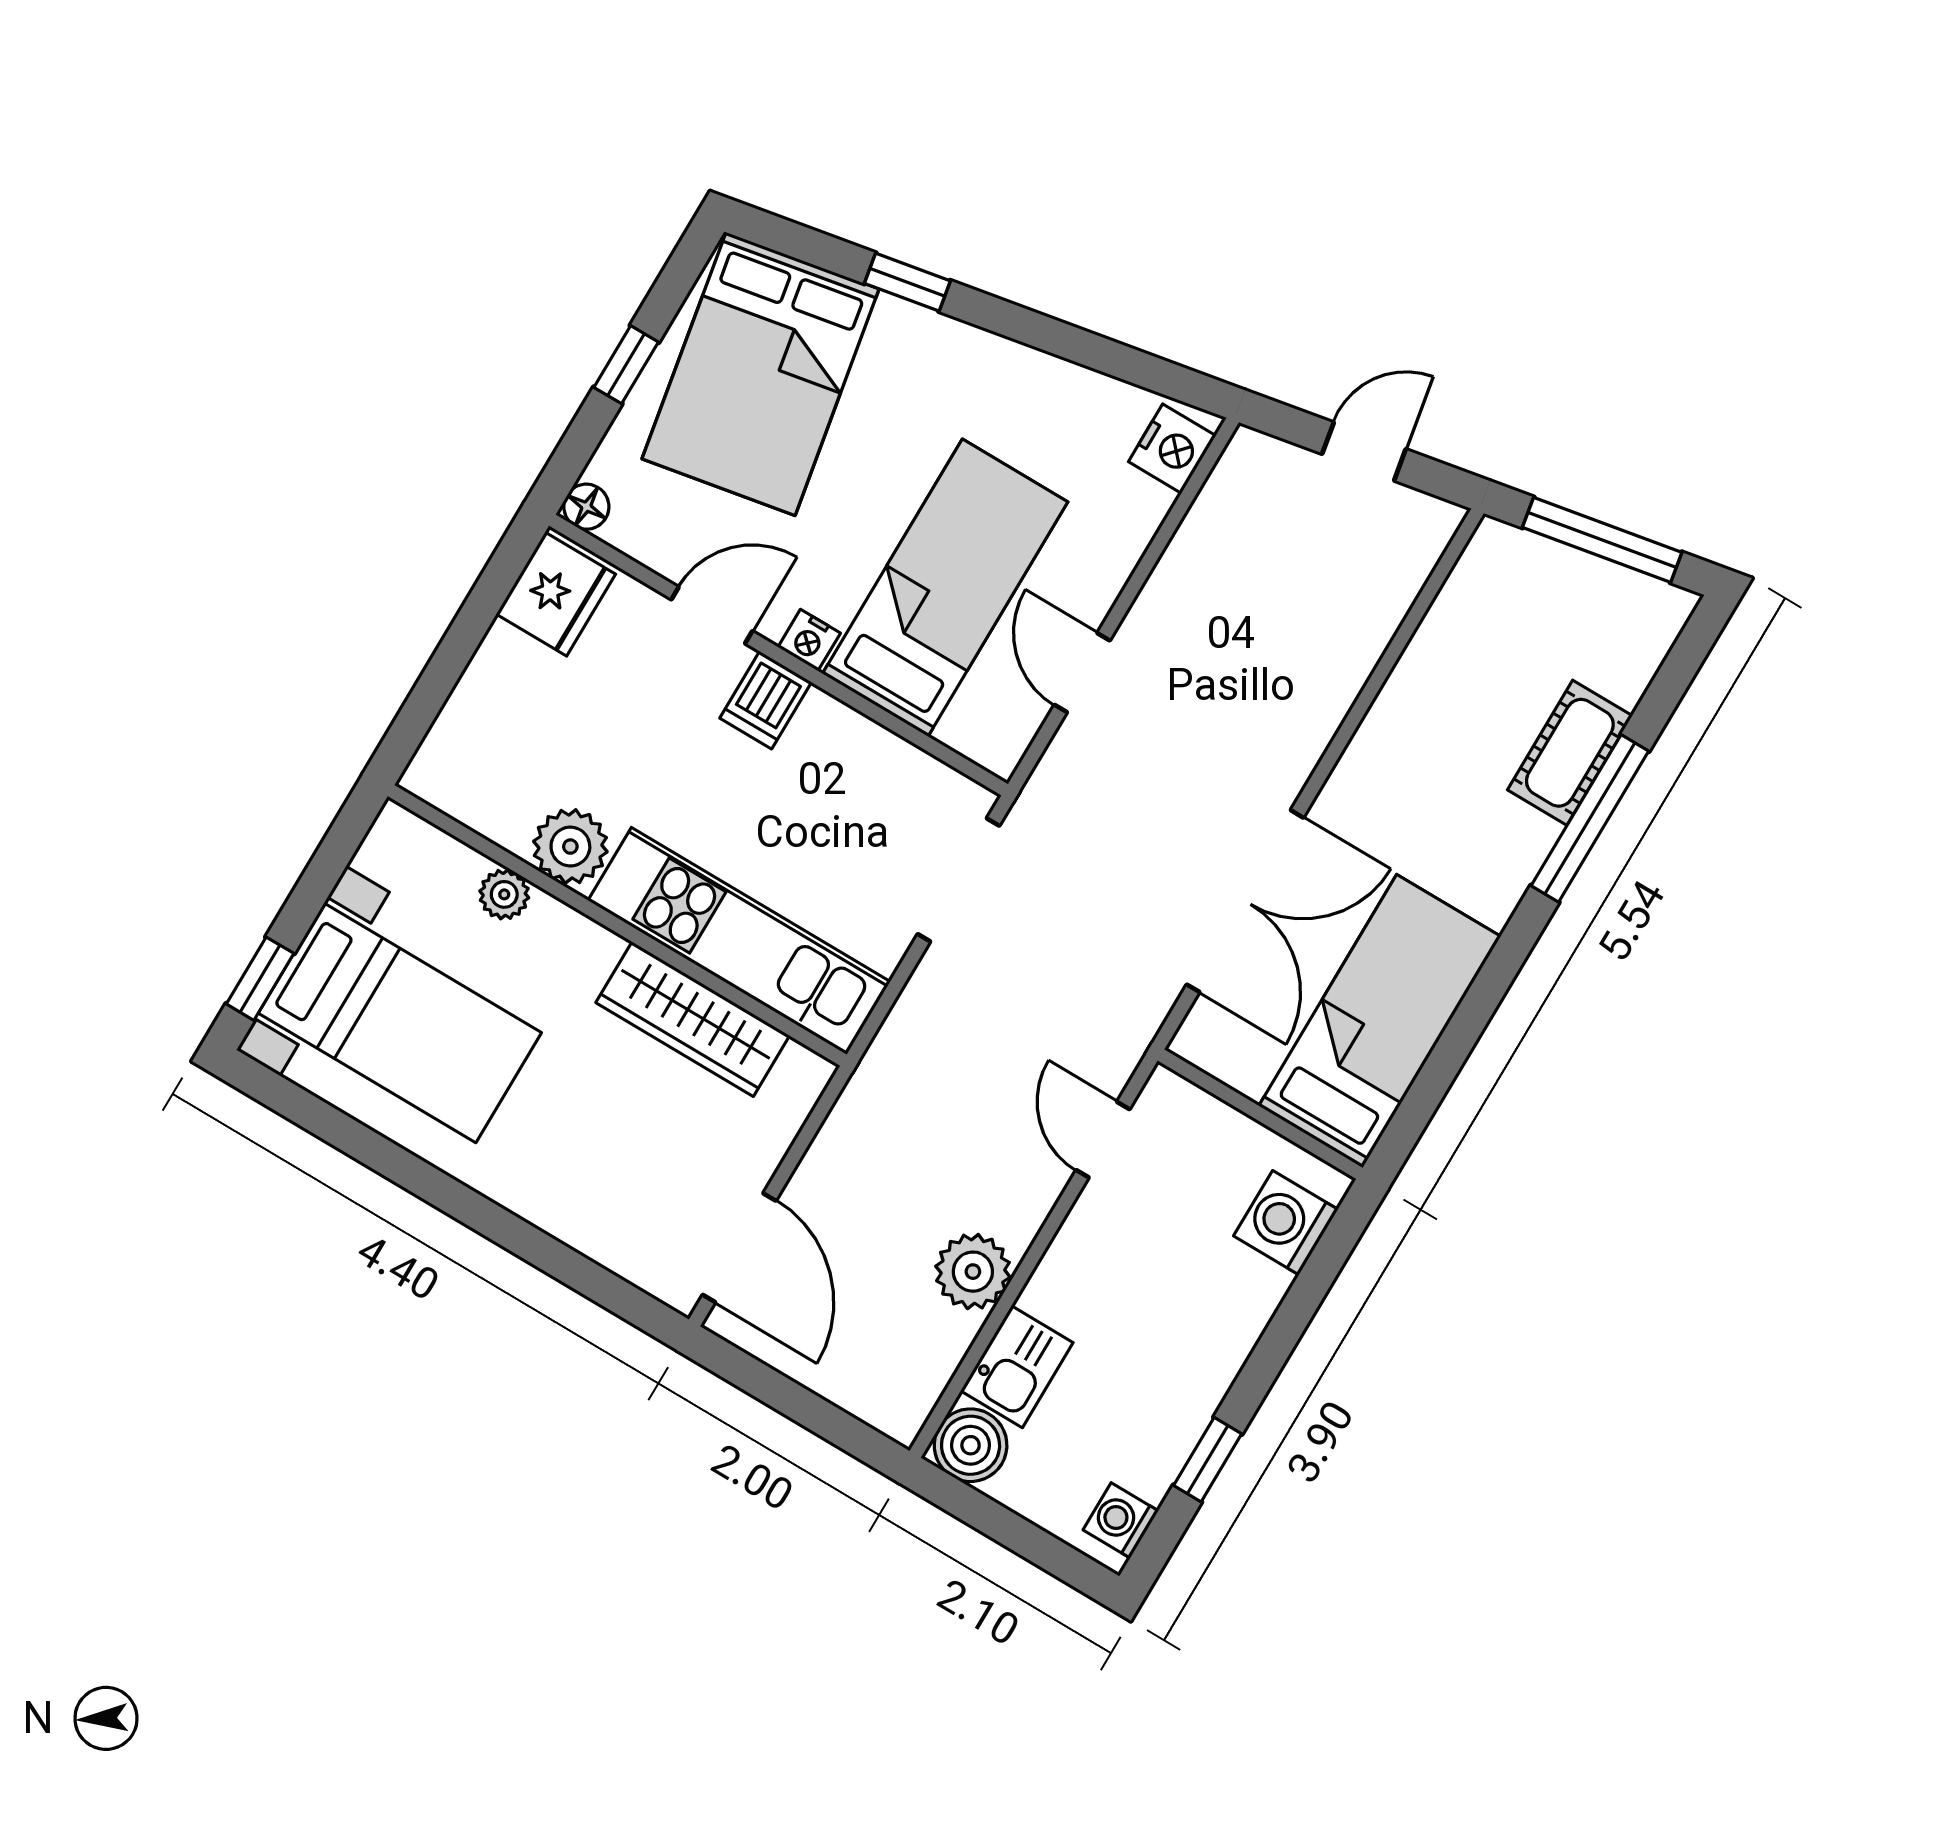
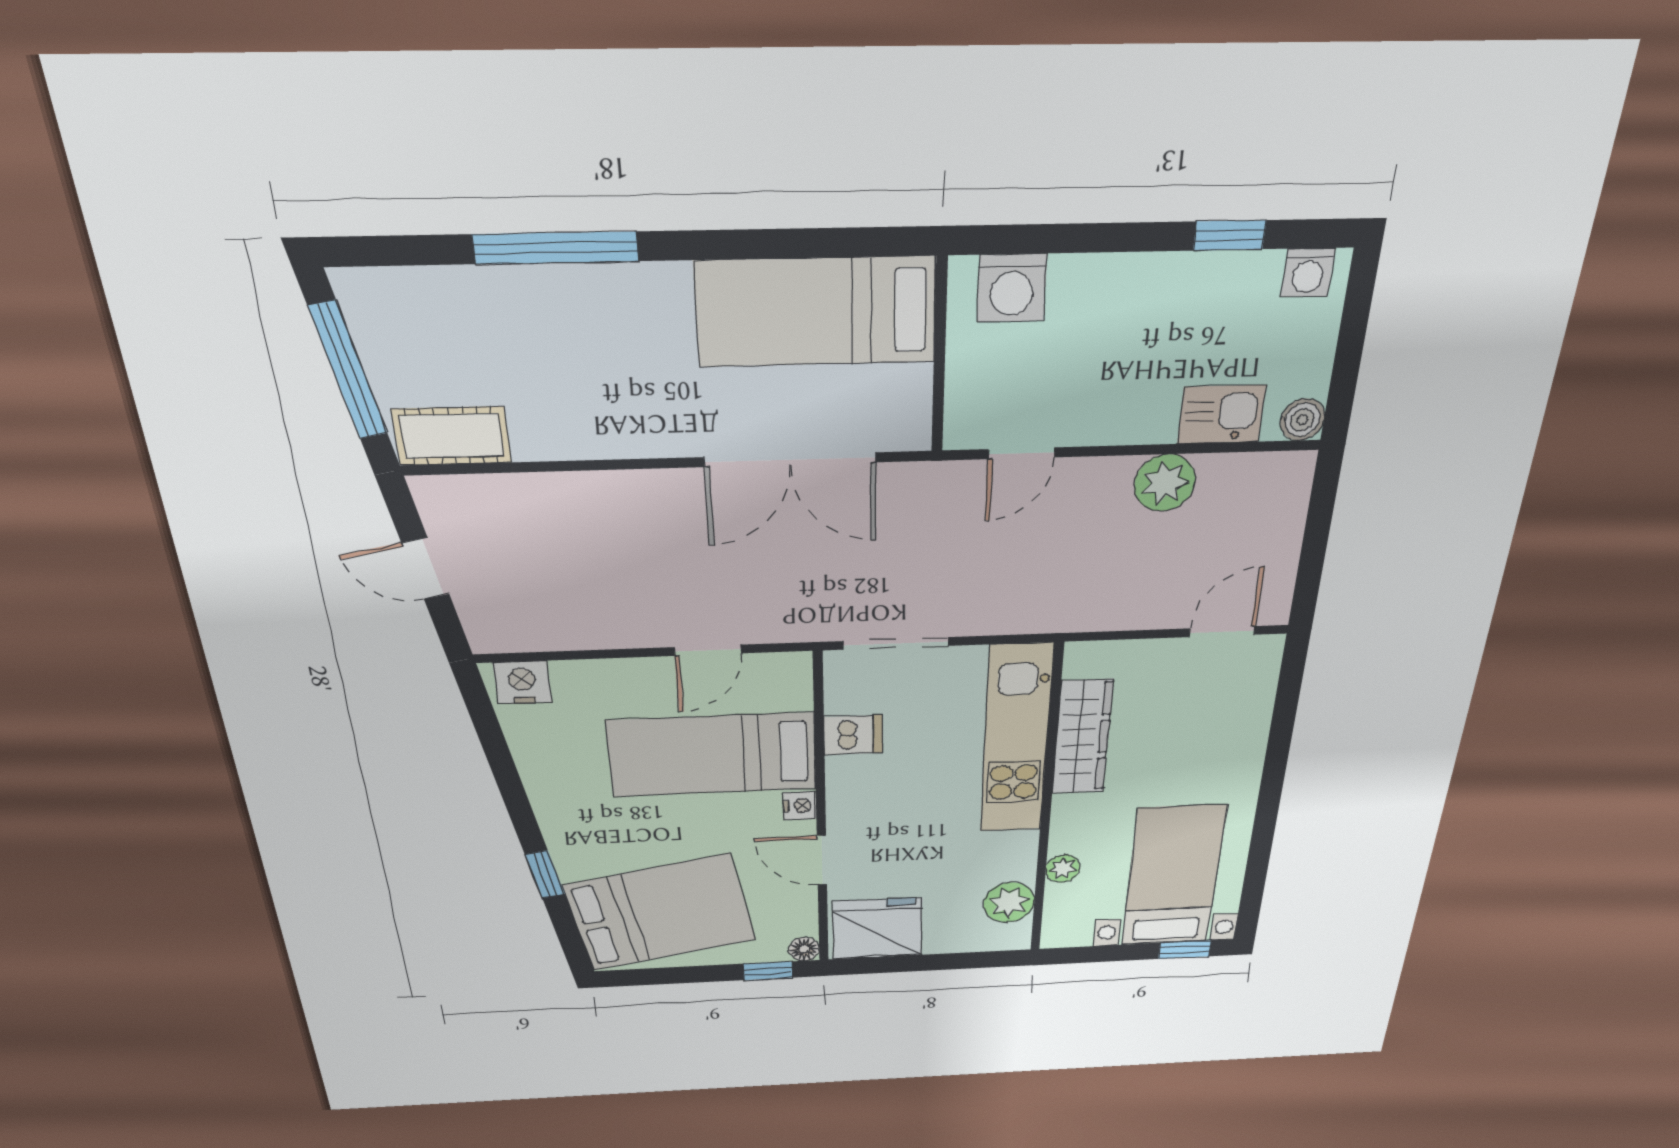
window: (626, 365) -> (768, 971), moved
fridge: (556, 594) -> (877, 929), width x1.36, depth x1.34
dishwasher: (766, 700) -> (853, 735), moved
cot: (1570, 753) -> (452, 436), moved
plant: (570, 847) -> (1009, 902), moved
double door: (1245, 901) -> (790, 460), swing flipped
door: (739, 1248) -> (1222, 632), width x0.73
boiler: (971, 1445) -> (1302, 420), width x0.73, depth x0.73

